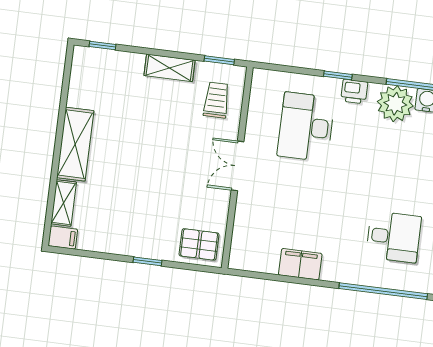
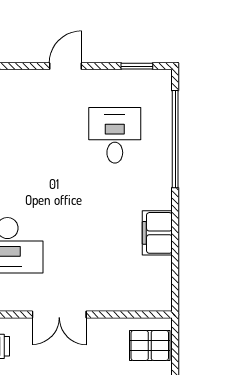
pallet: (199, 244) -> (150, 345), turned 90

